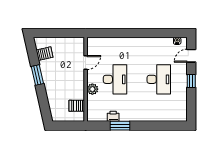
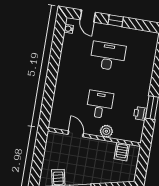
desk: (115, 79) -> (100, 104), width x0.73

